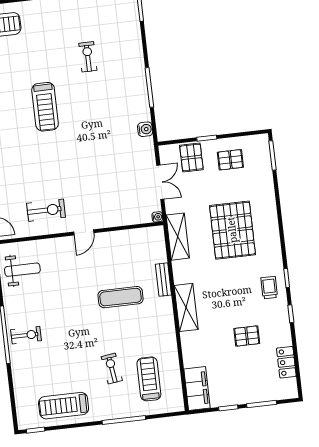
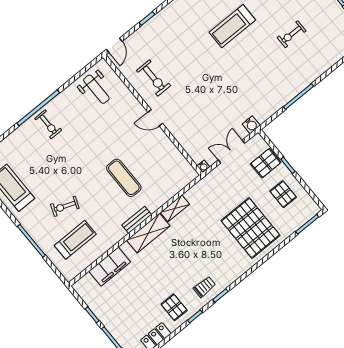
exercise bike: (88, 57) -> (292, 34), turned 180
water cooler: (145, 129) -> (251, 125), moved
double door: (160, 182) -> (231, 152), swing flipped
pallet: (232, 230) -> (250, 228), moved, turned 90
shelving: (178, 237) -> (175, 208), moved, width x0.67, depth x0.75
bench: (163, 280) -> (137, 220), moved
pallet: (247, 336) -> (174, 307), moved
exercise bike: (112, 369) -> (65, 206), turned -151
filing cabinet: (197, 388) -> (110, 267), moved

